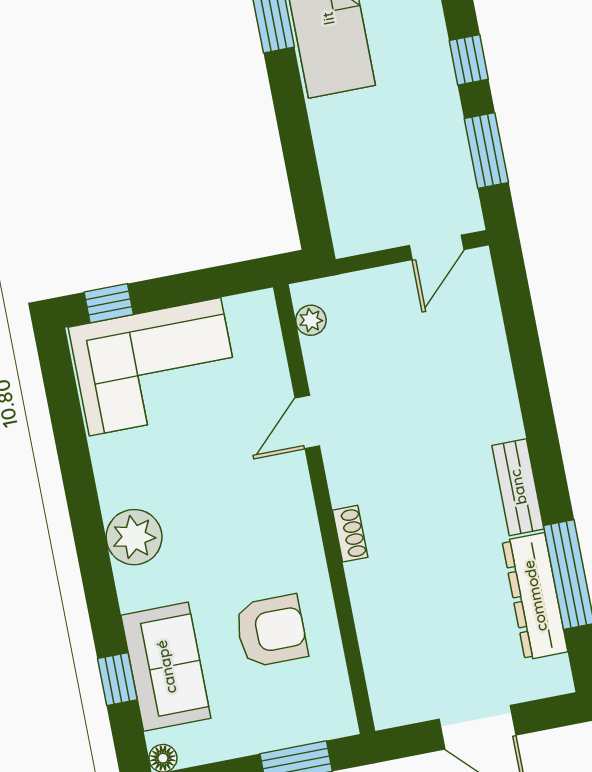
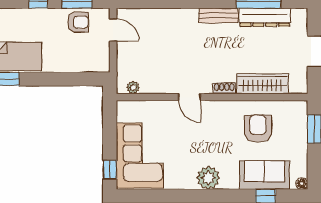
armchair: (439, 162) -> (78, 22), added
door: (307, 422) -> (189, 97), moved
wardrobe: (378, 621) -> (262, 84), added

